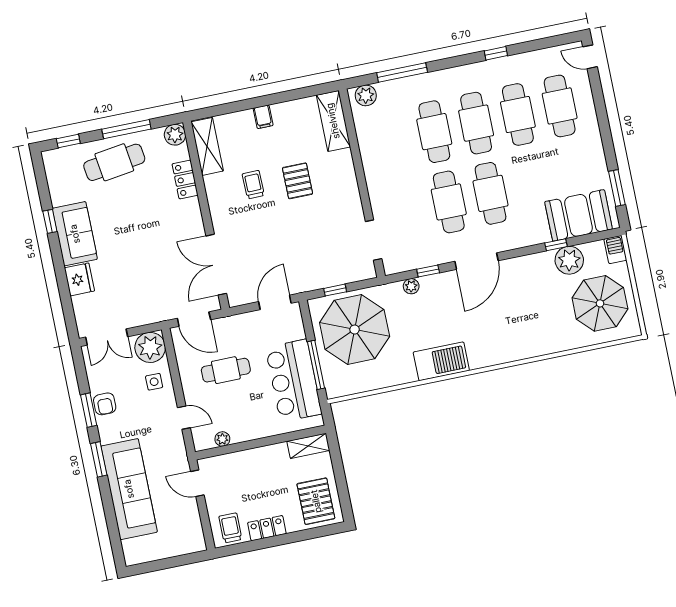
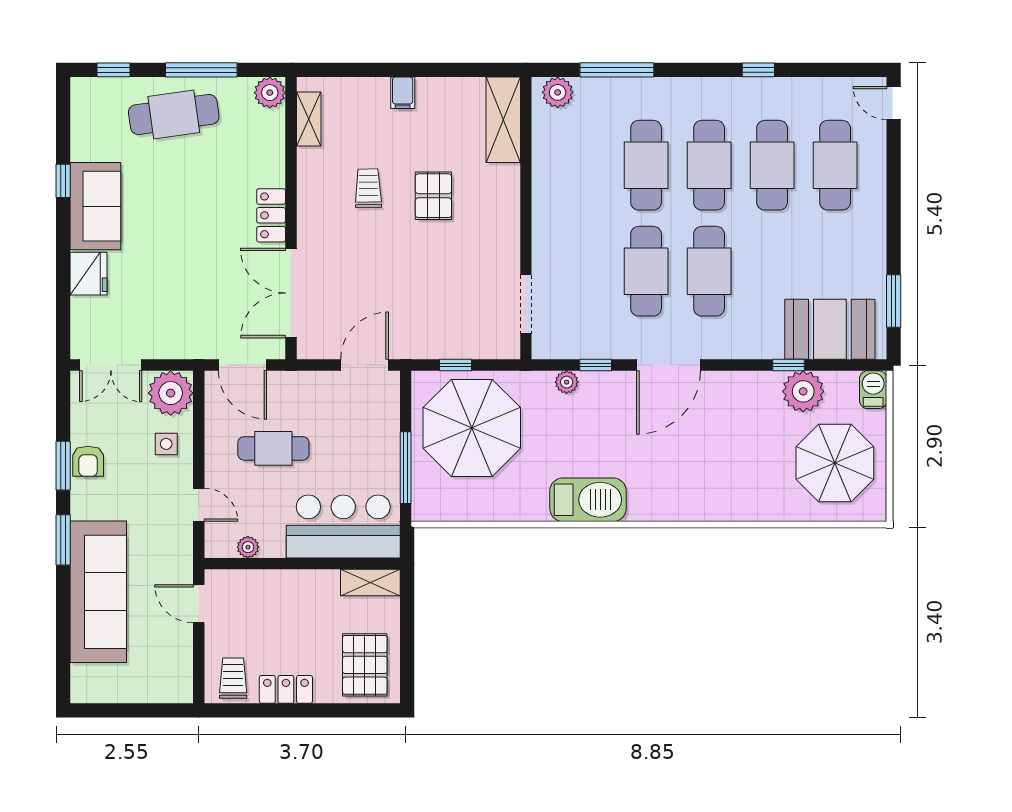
shelving: (207, 146) -> (309, 119), width x0.67, depth x0.75
locker: (185, 180) -> (271, 215), moved
bar counter: (294, 381) -> (343, 526), moved, turned 90

